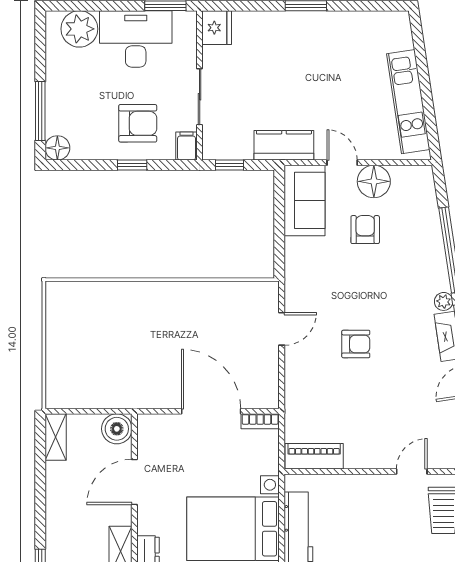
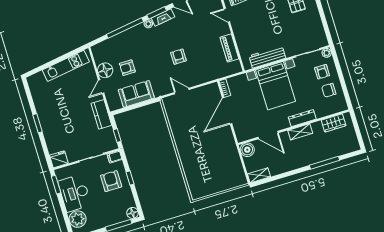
sofa: (304, 200) -> (136, 94), moved
piano: (314, 456) -> (229, 48), moved

